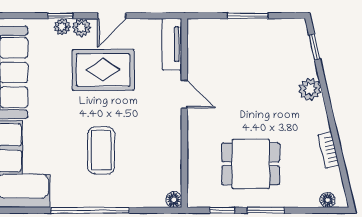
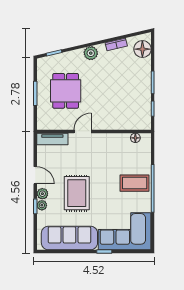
rug: (103, 70) -> (77, 193), moved
plant: (310, 89) -> (91, 53), moved
coffee table: (101, 150) -> (135, 183), moved
dining table: (251, 164) -> (66, 91), moved
floor lamp: (174, 200) -> (135, 138), moved
floor lamp: (328, 200) -> (142, 49), width x1.89, depth x1.89

